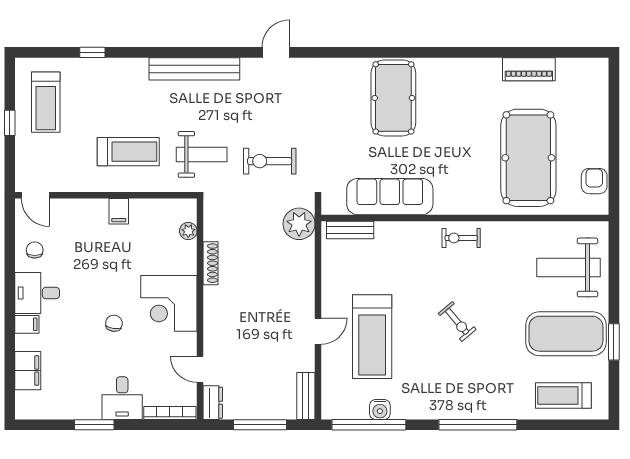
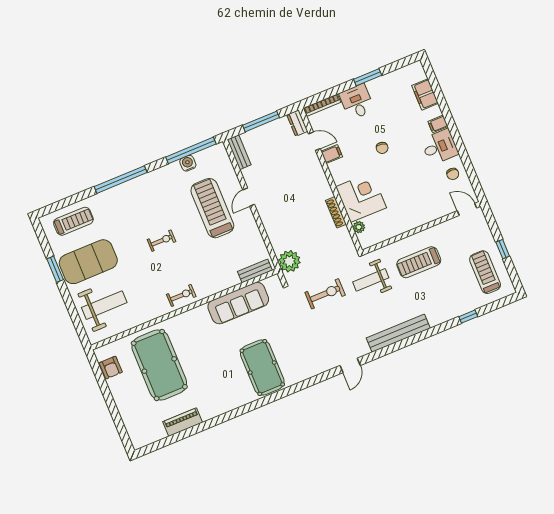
filing cabinet: (119, 211) -> (332, 154), moved, turned 90
corner desk: (169, 303) -> (361, 197), moved
exercise bike: (457, 321) -> (162, 241), turned 130

